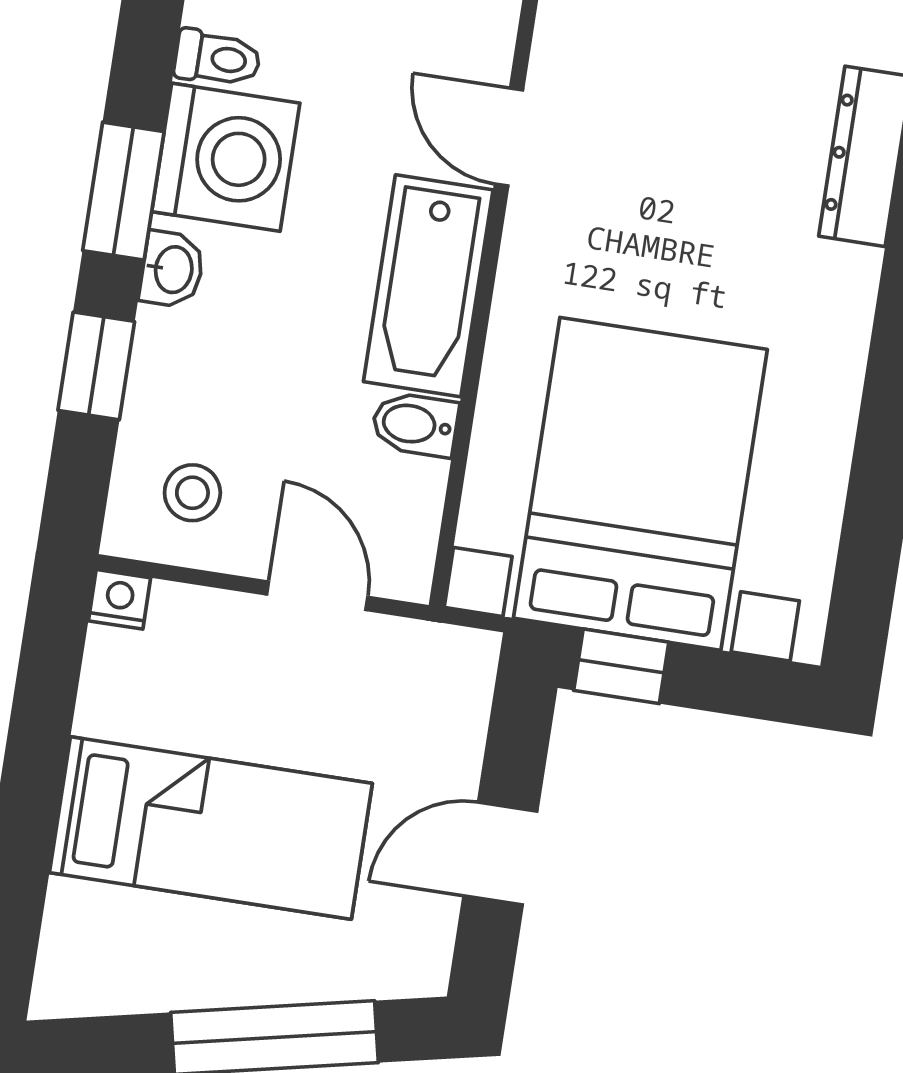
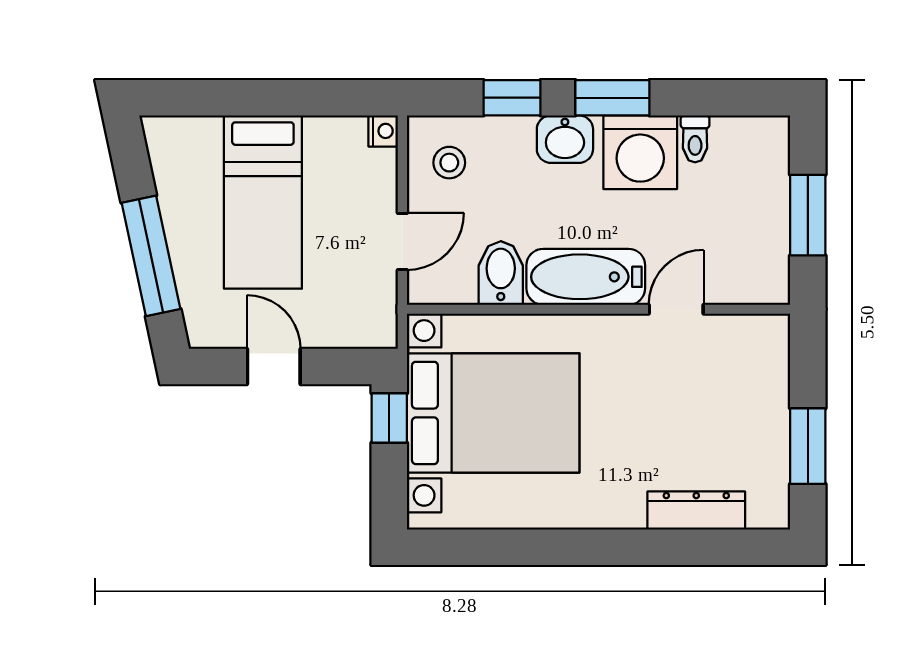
washbasin: (172, 269) -> (565, 139), width x1.38, depth x1.45
bidet: (415, 424) -> (501, 273), width x1.38, depth x1.36

